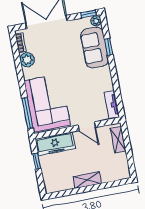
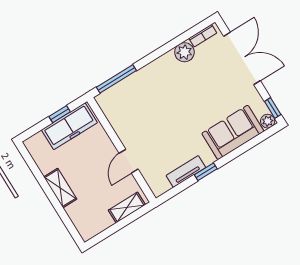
window: (109, 47) -> (206, 172), moved
corner sofa: (47, 103) -> (139, 99), removed
tv unit: (112, 105) -> (186, 171), moved
freezer: (55, 144) -> (69, 126), moved, turned -90

